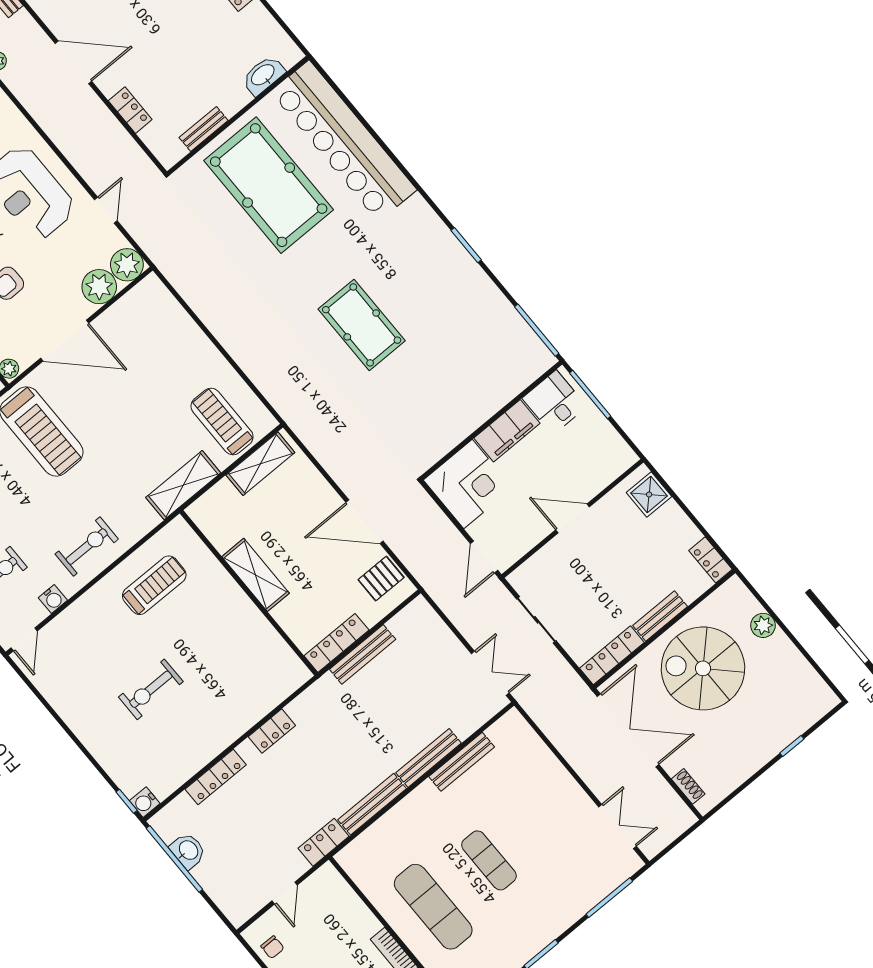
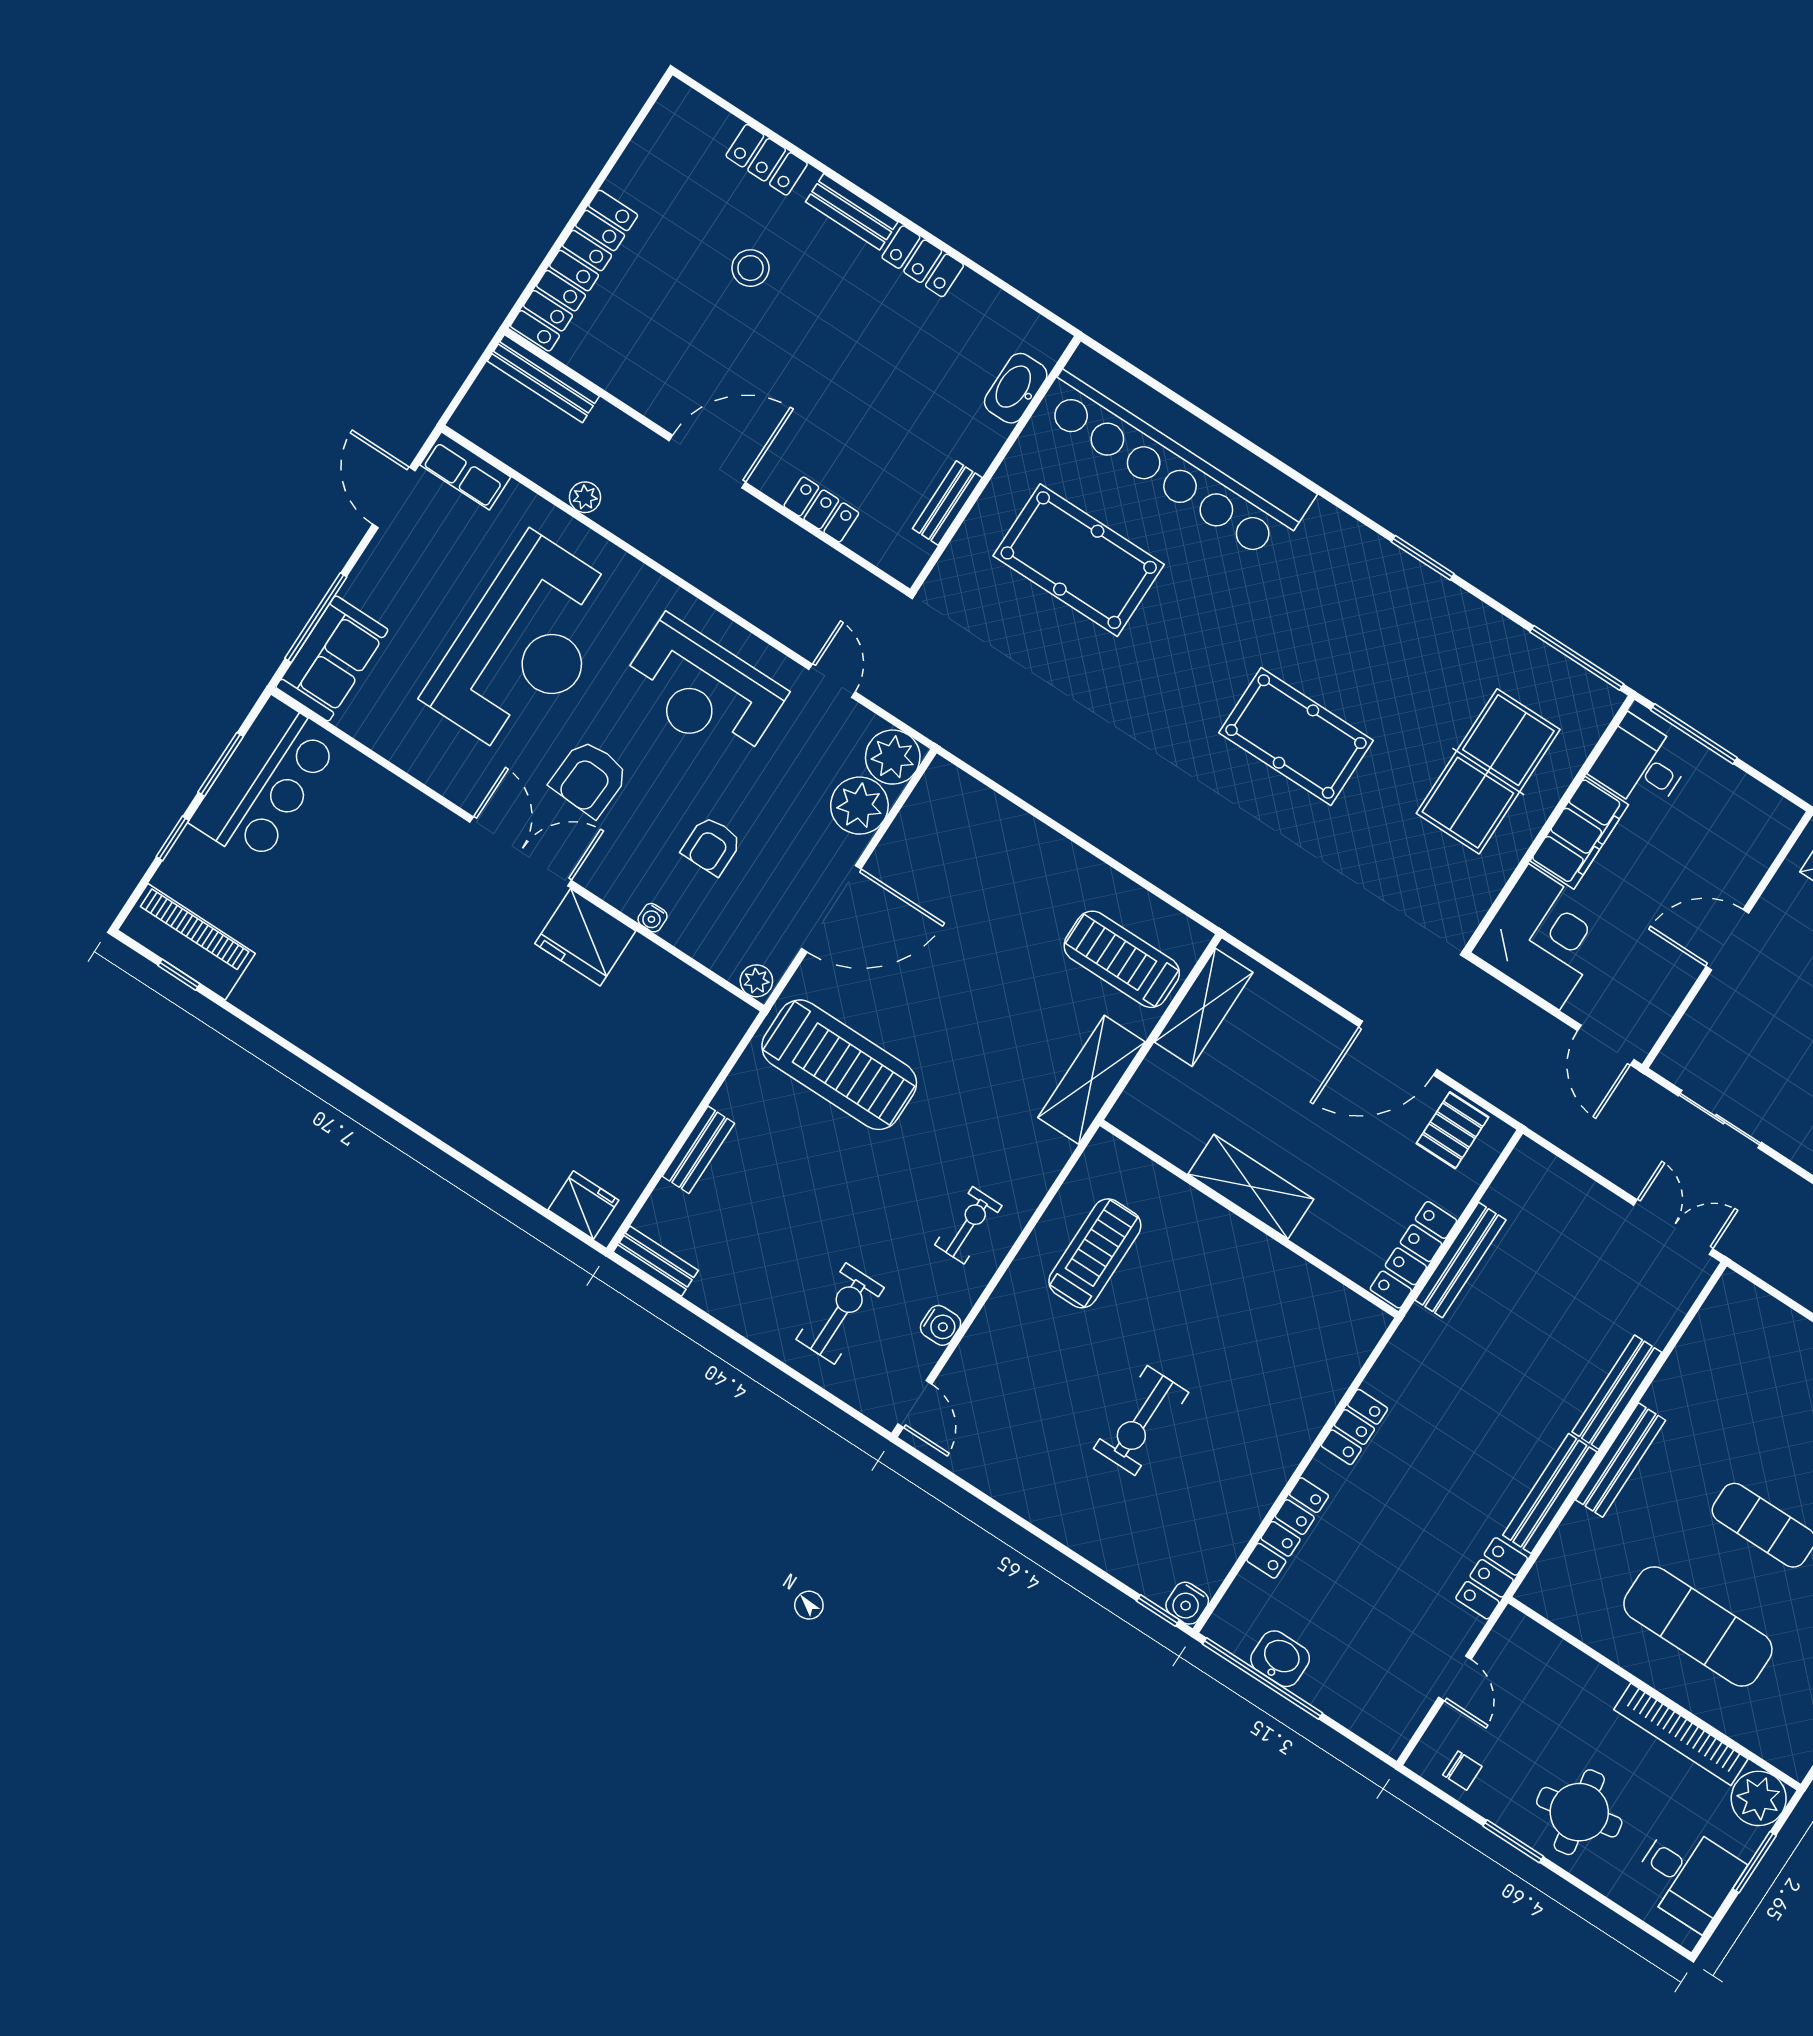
pool table: (269, 185) -> (1079, 560), width x0.73, depth x0.76
table tennis table: (466, 379) -> (1488, 771), added
exercise bike: (87, 547) -> (968, 1225), width x0.73, depth x0.72
bench: (462, 762) -> (1621, 1460), moved

